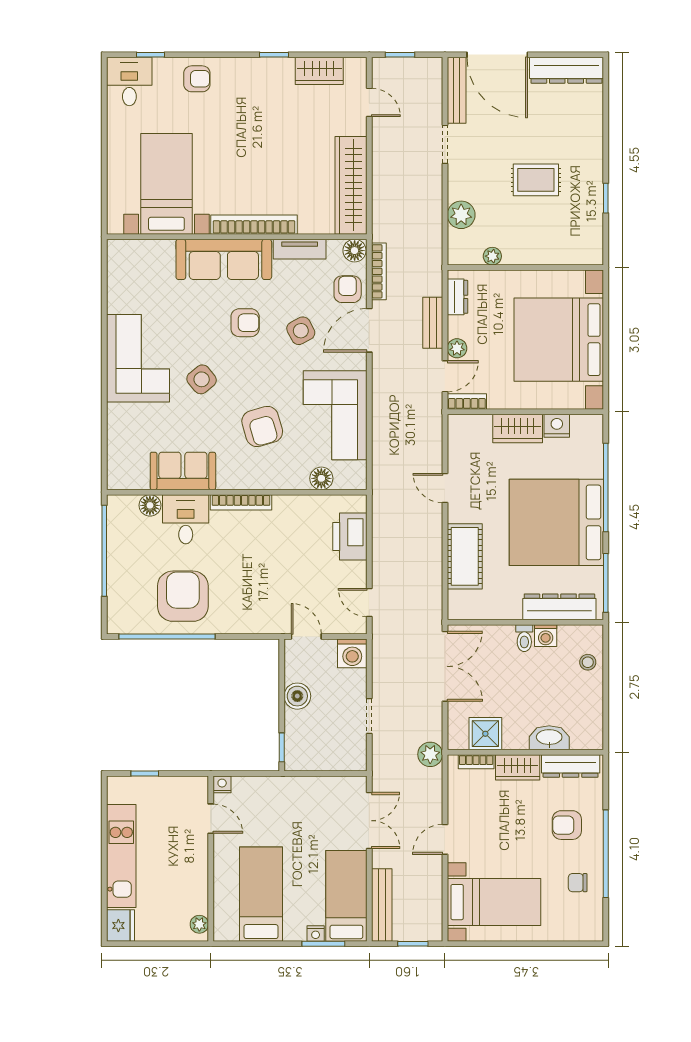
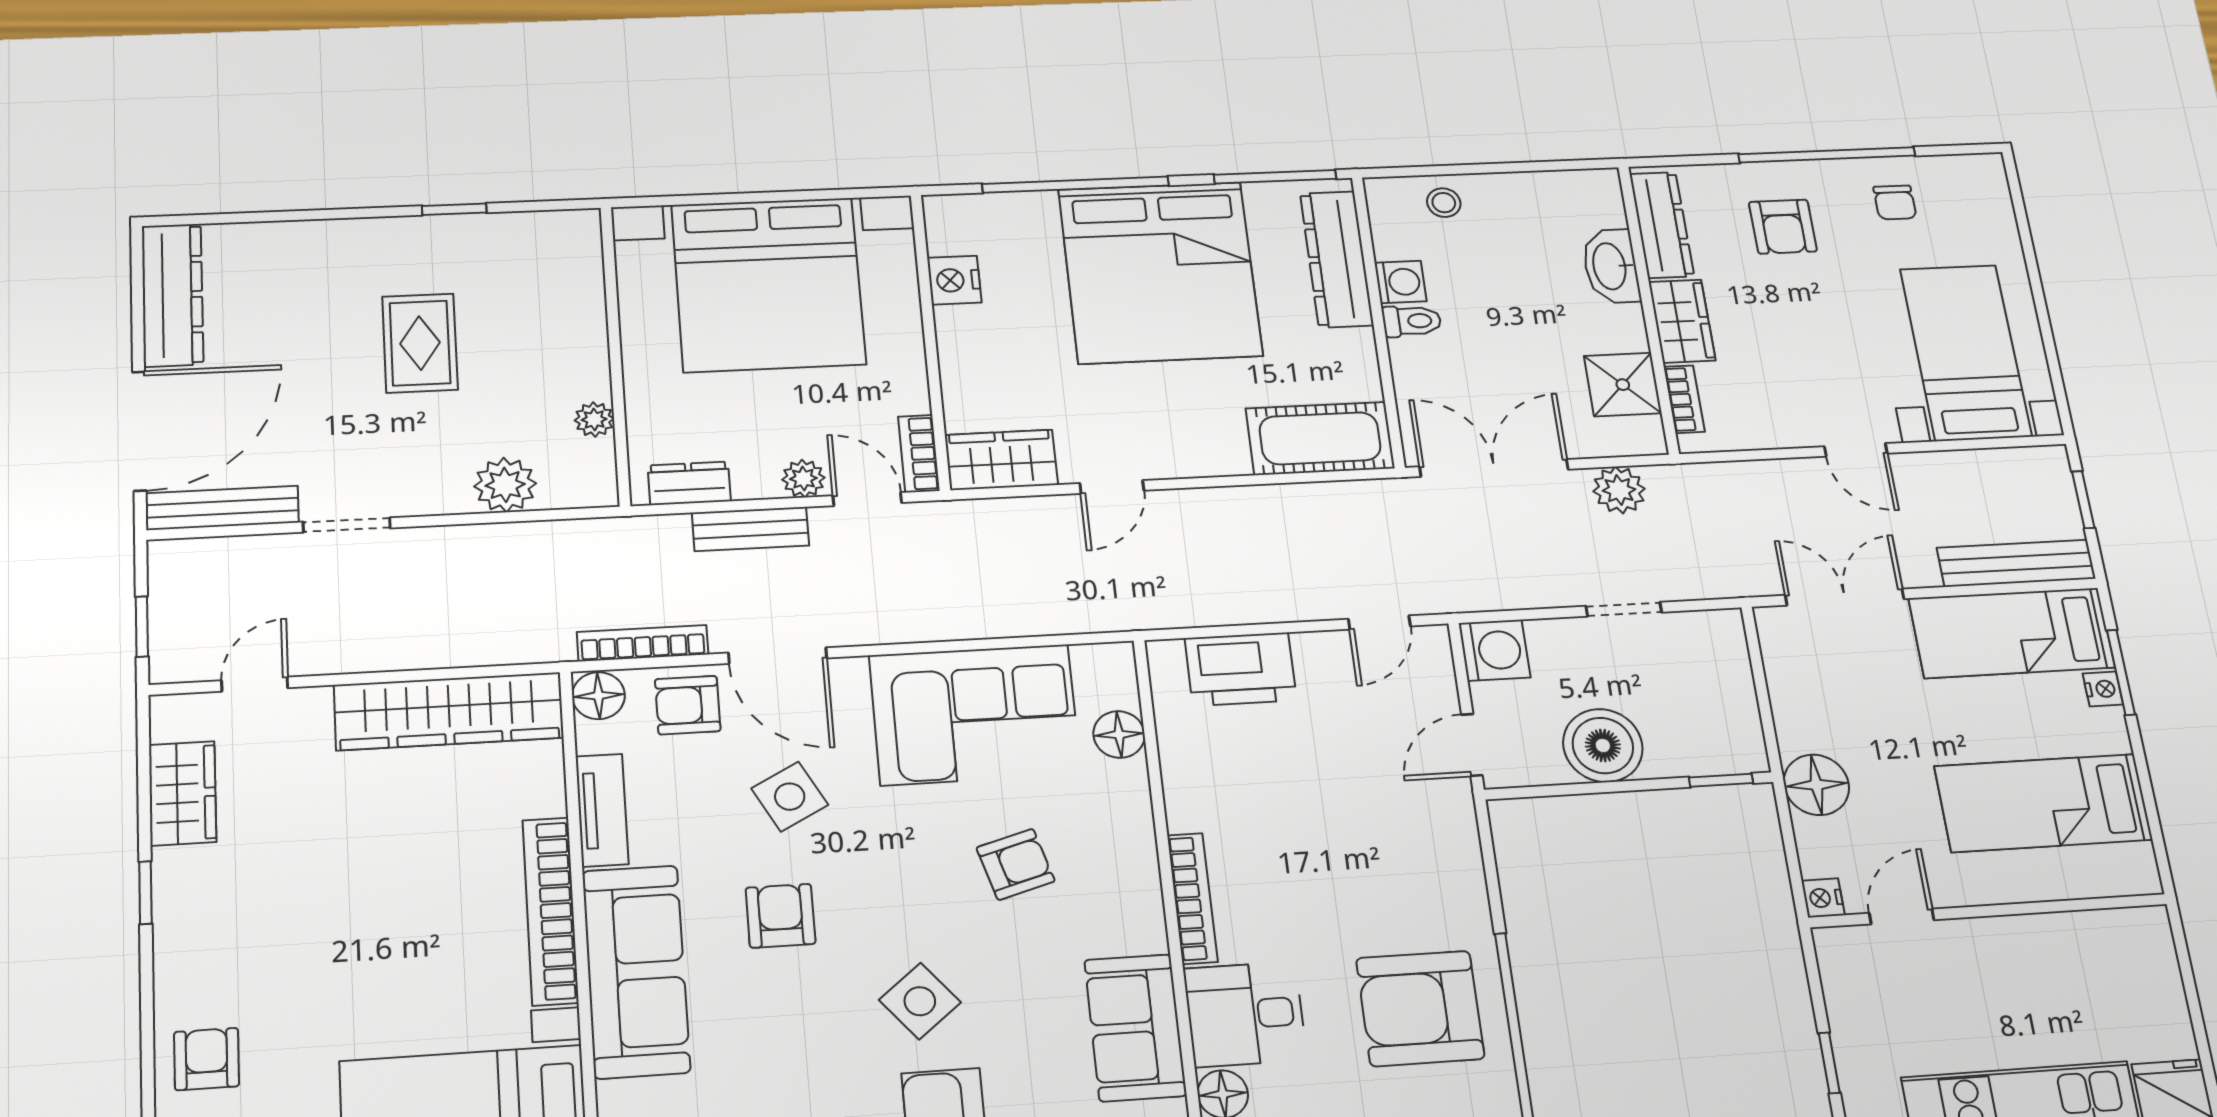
armchair: (262, 427) -> (1016, 864), width x0.72, depth x0.72
wardrobe: (518, 428) -> (1001, 460), moved, turned -90
cot: (465, 556) -> (1320, 438), moved
boiler: (297, 696) -> (1603, 746), width x1.37, depth x1.37
plant: (430, 754) -> (1619, 490), moved
floor lamp: (277, 791) -> (1816, 785), added
plant: (199, 924) -> (2134, 925), removed

